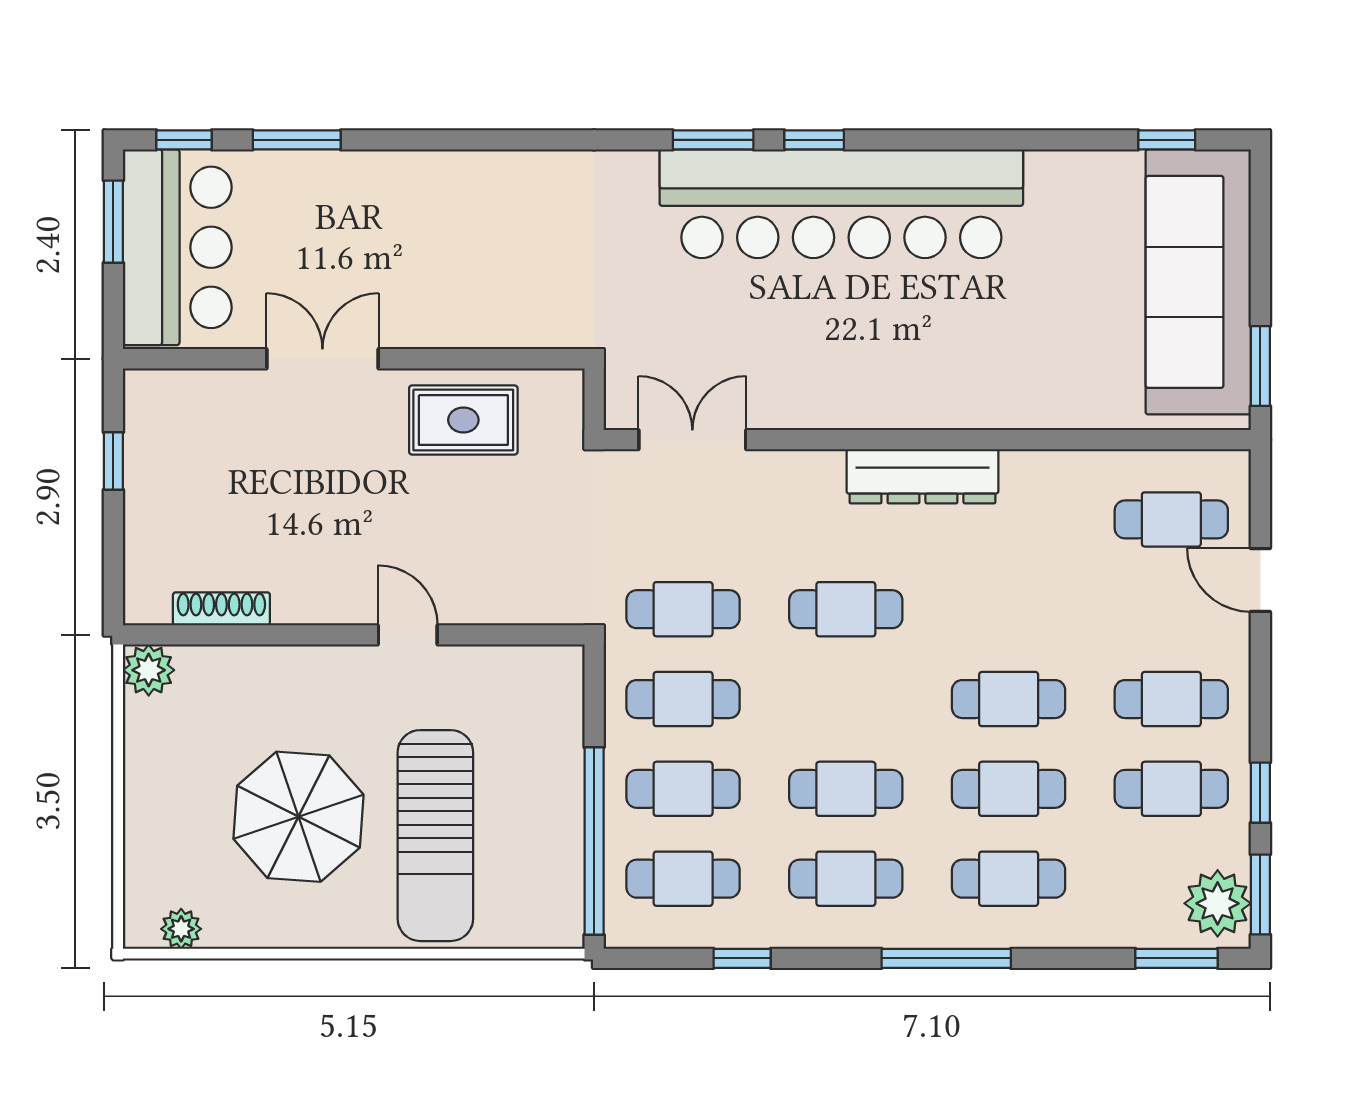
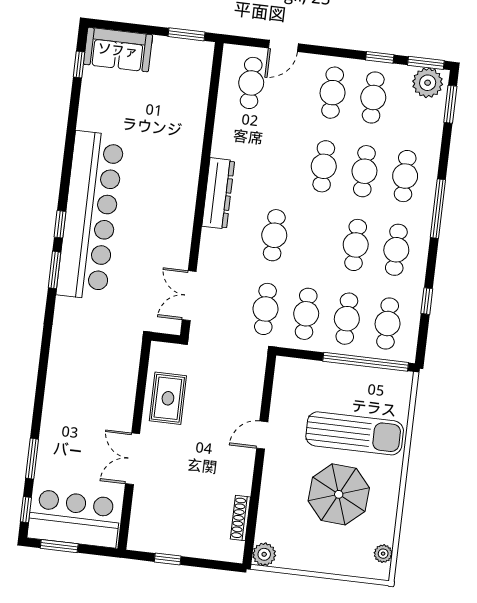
sofa: (1198, 282) -> (118, 50), width x0.54, depth x0.79

